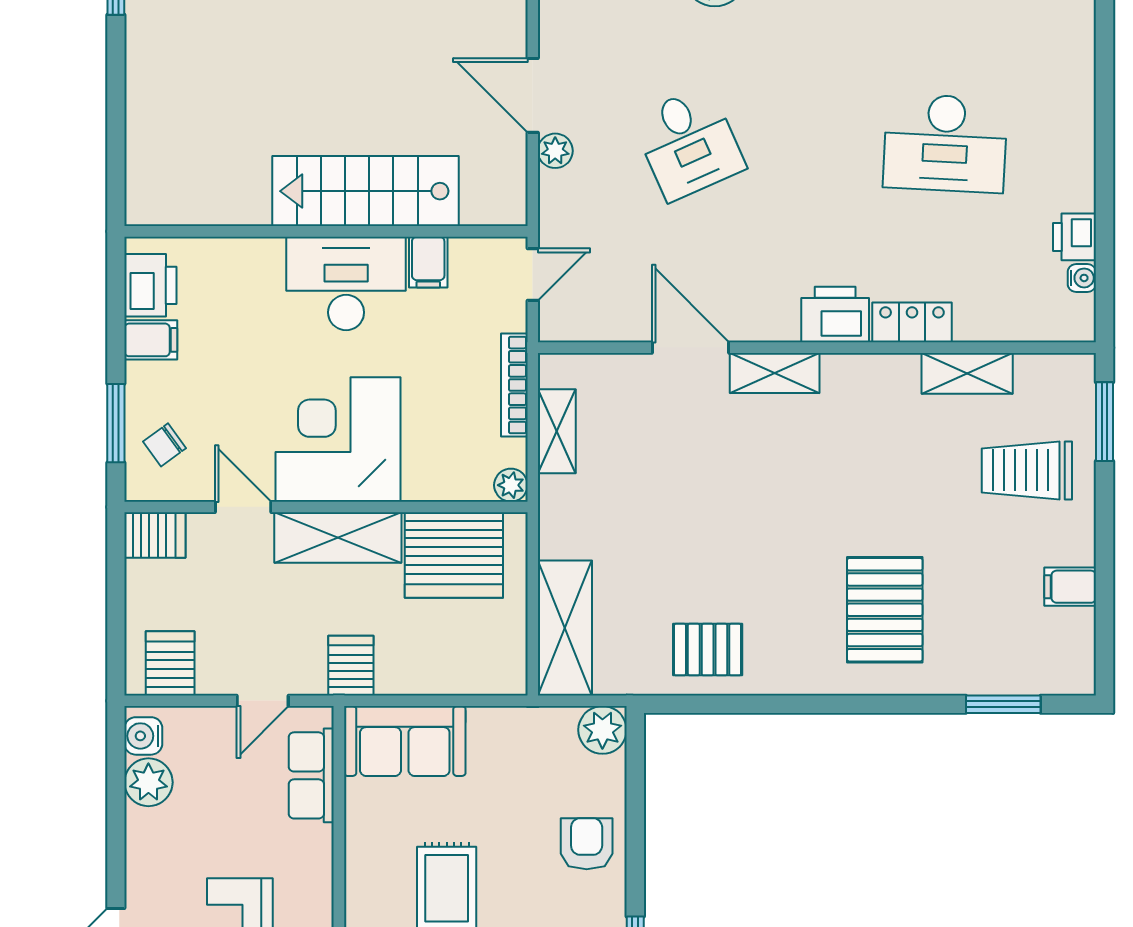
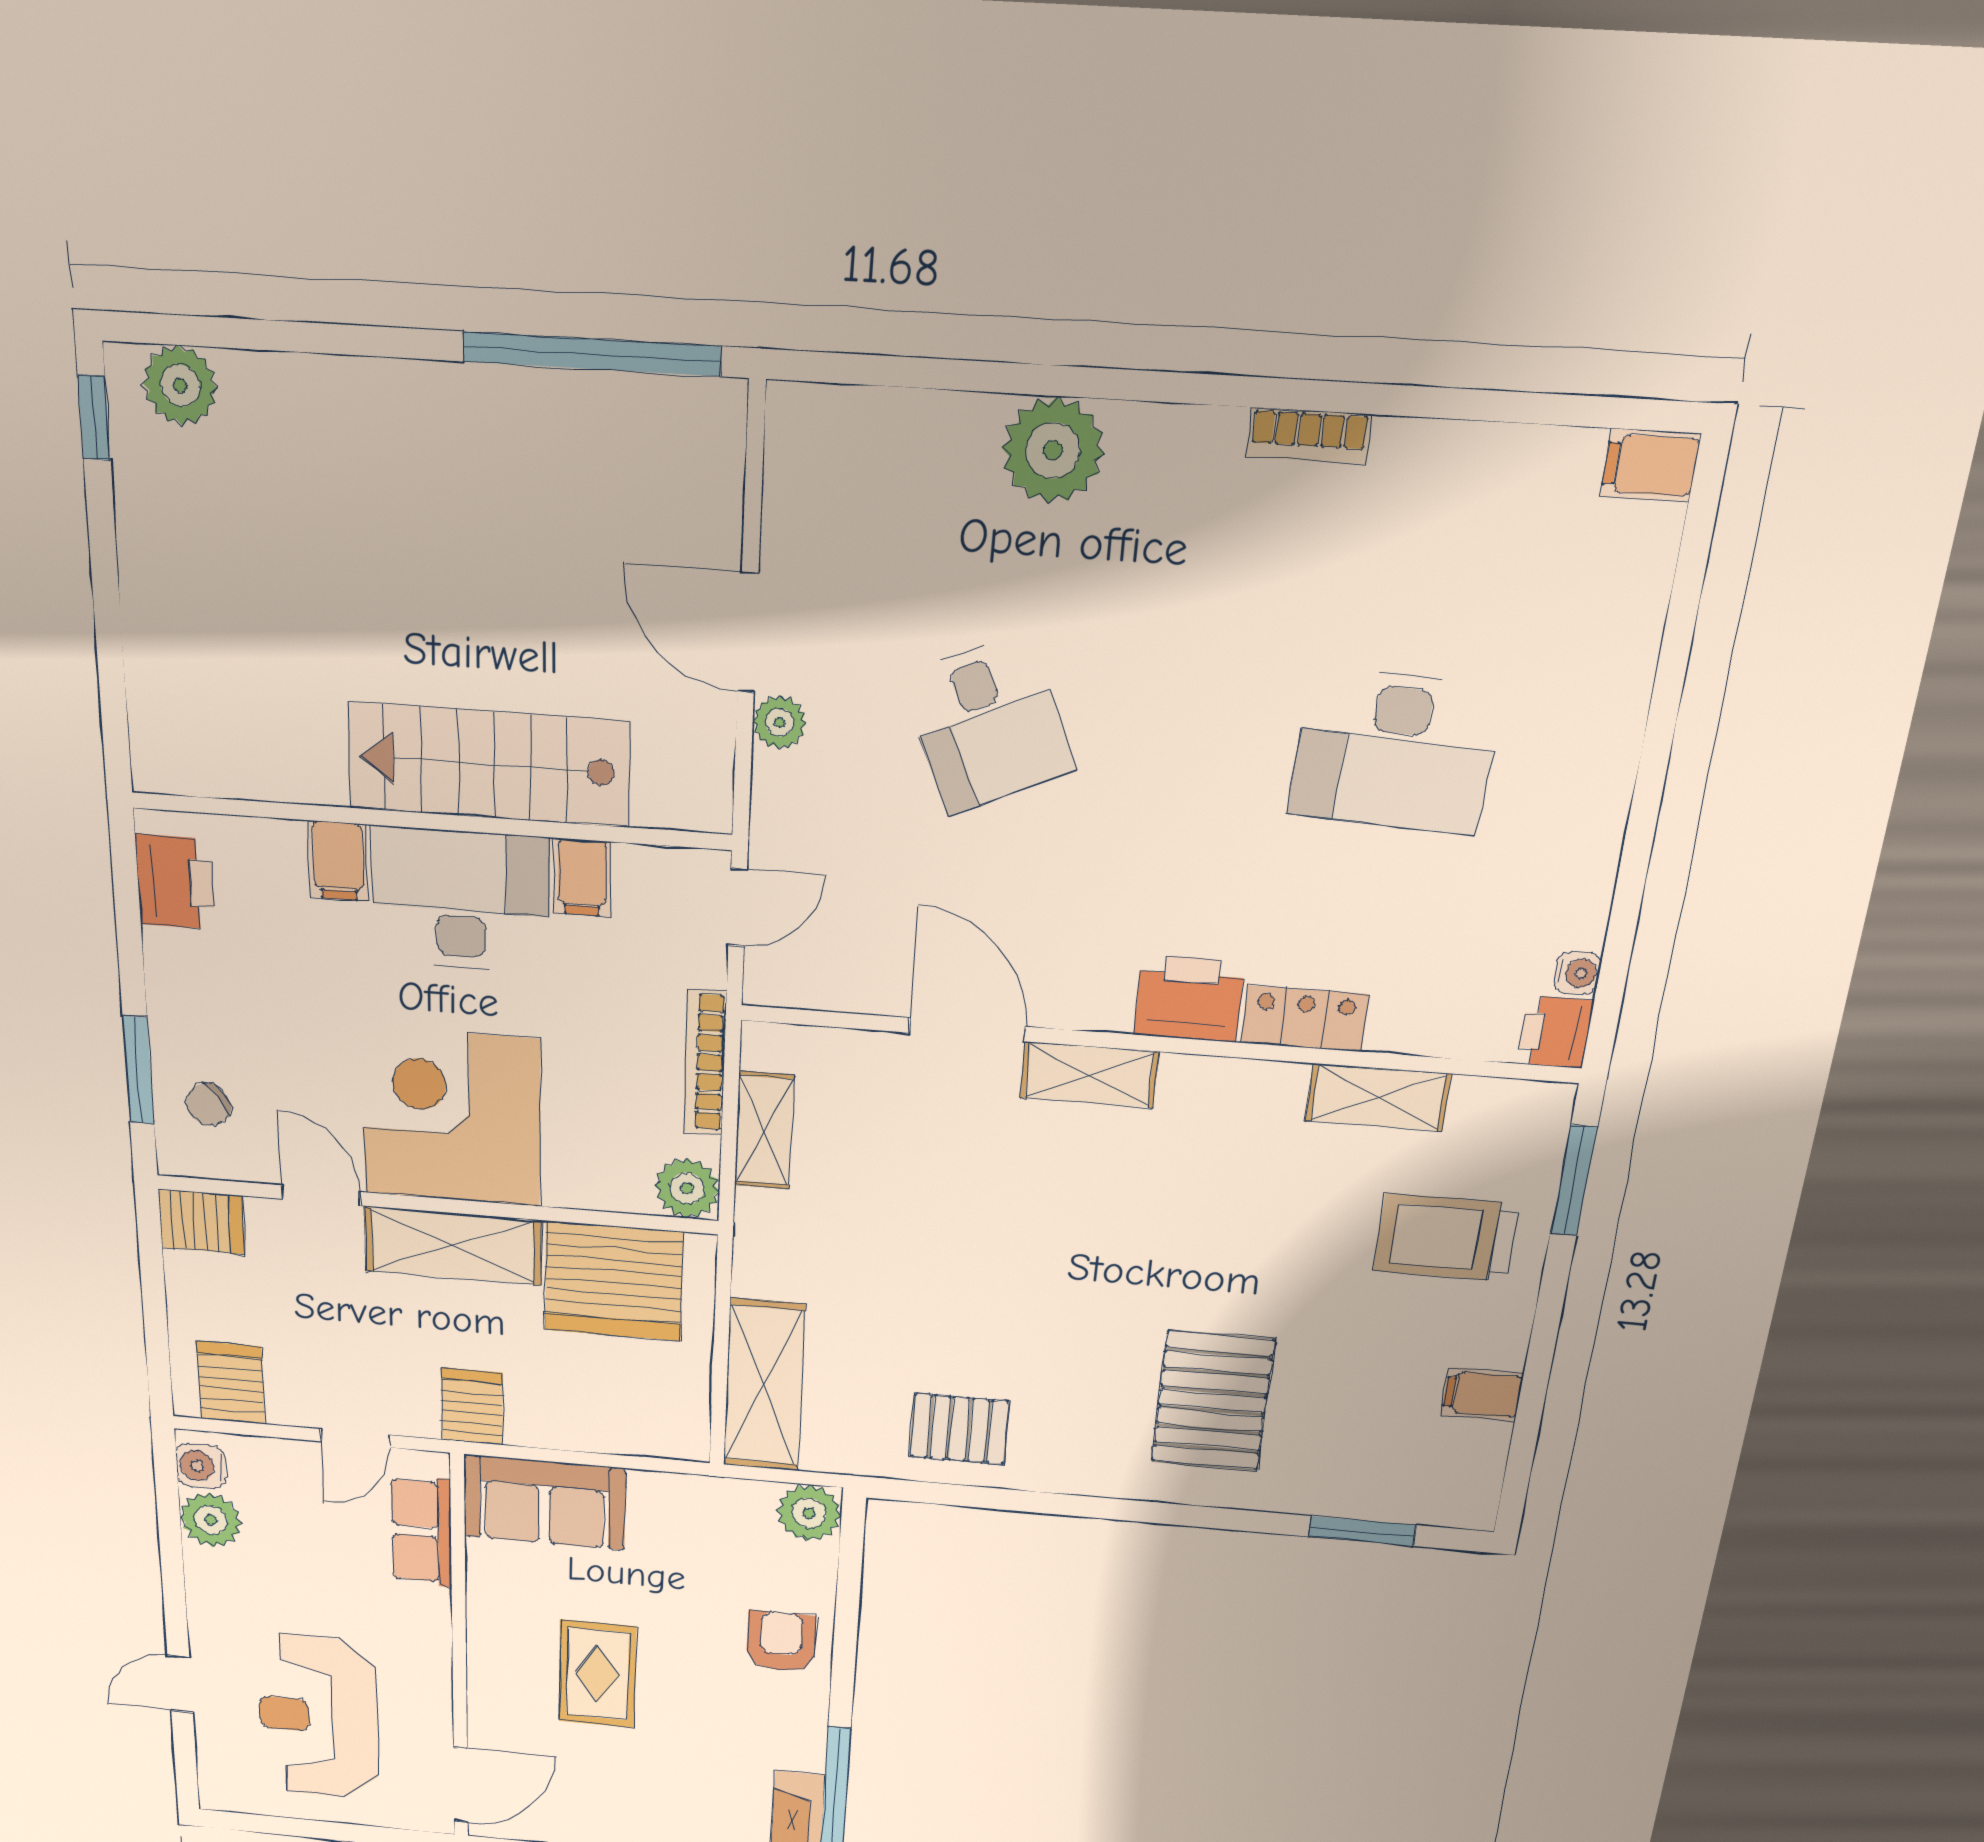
printer: (1075, 237) -> (1555, 1032), moved
filing cabinet: (151, 340) -> (338, 861), moved, turned 90
plant: (511, 485) -> (687, 1188), width x1.38, depth x1.38

